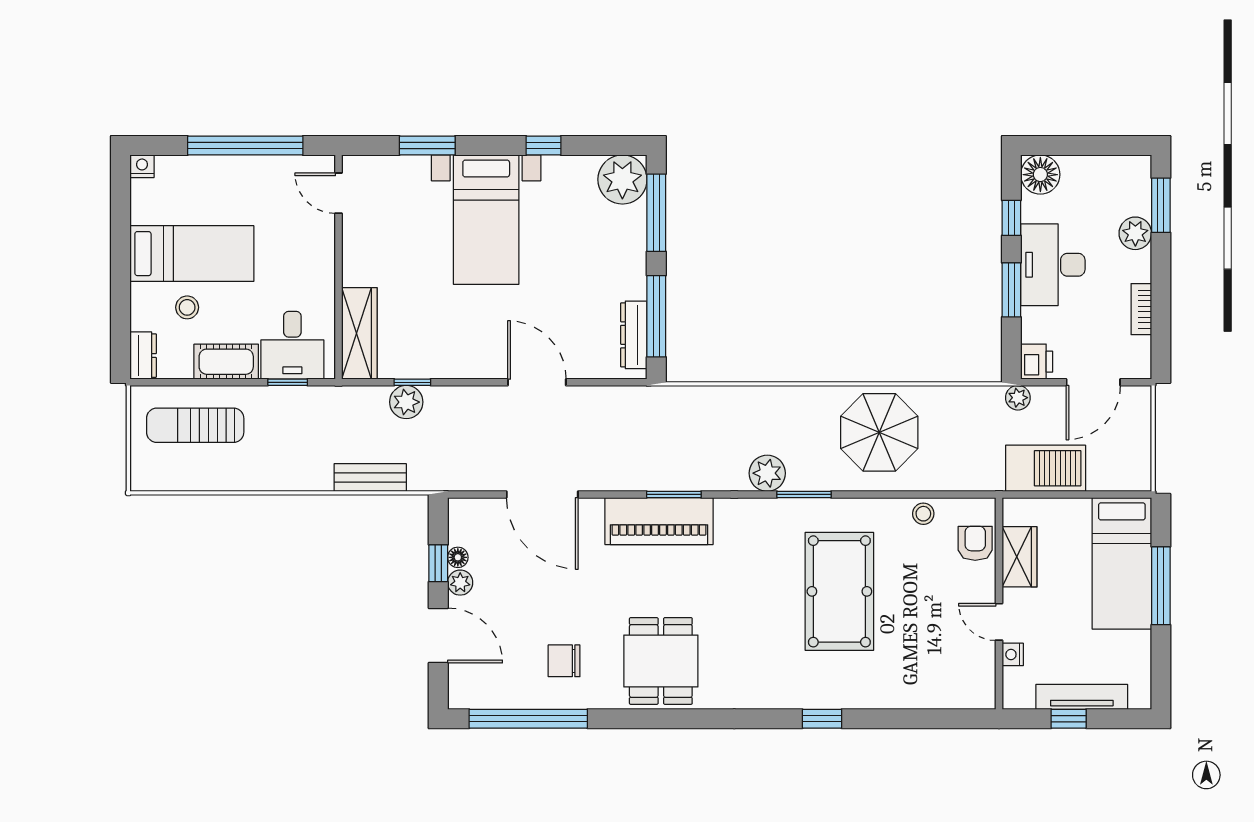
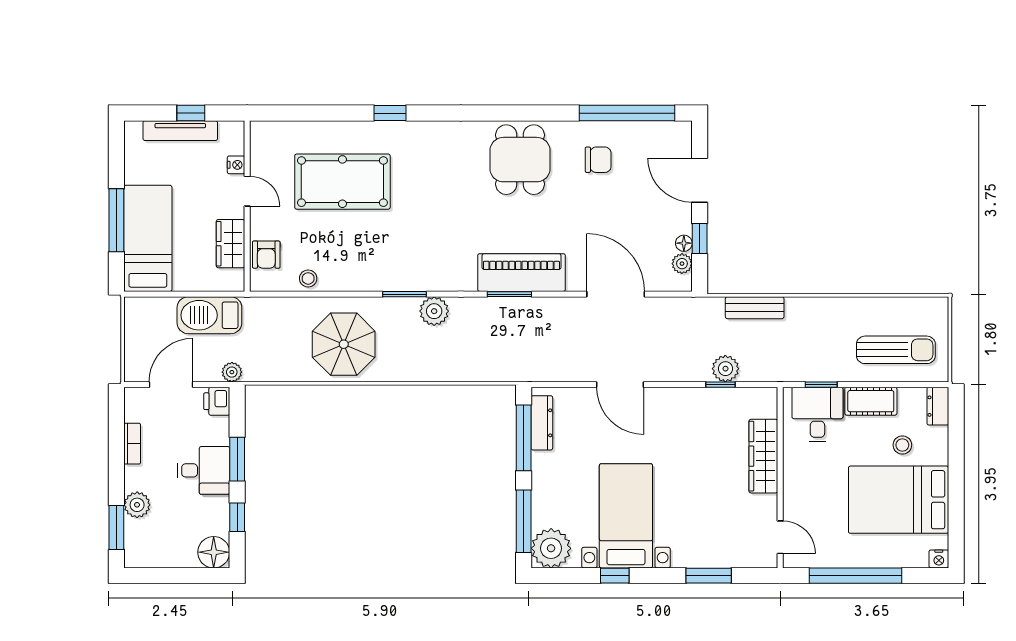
bed with nightstands: (486, 220) -> (626, 516), moved
bed: (192, 254) -> (899, 500), width x1.50
desk: (1053, 265) -> (204, 470), width x0.73
wardrobe: (359, 333) -> (763, 456), moved
plant: (460, 583) -> (682, 264), moved
pool table: (839, 591) -> (342, 182), moved, turned 90

